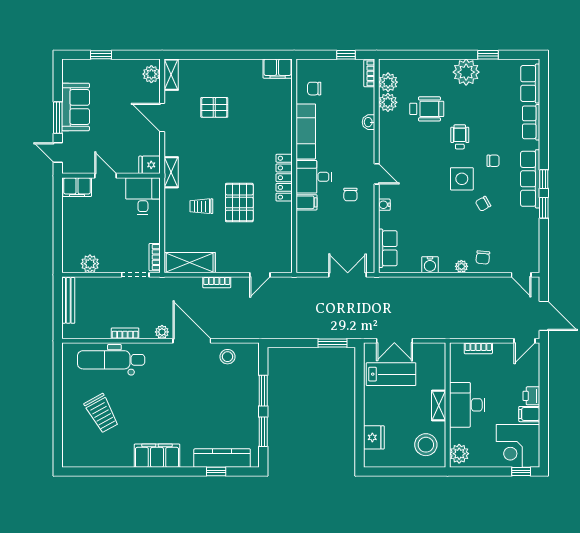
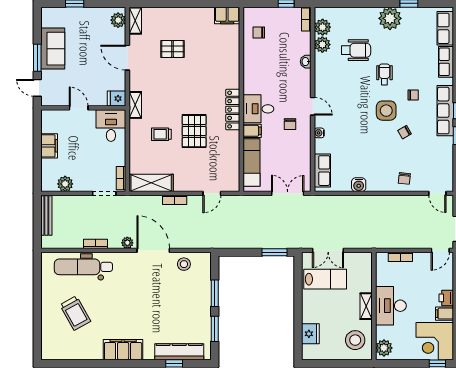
exam couch: (306, 131) -> (251, 163), moved
filing cabinet: (77, 187) -> (49, 146), moved, turned -90
plant: (461, 266) -> (386, 186), removed

